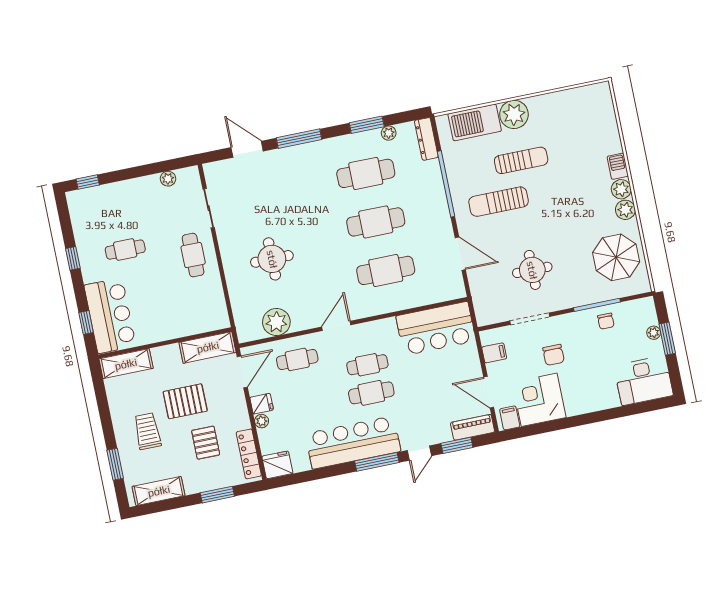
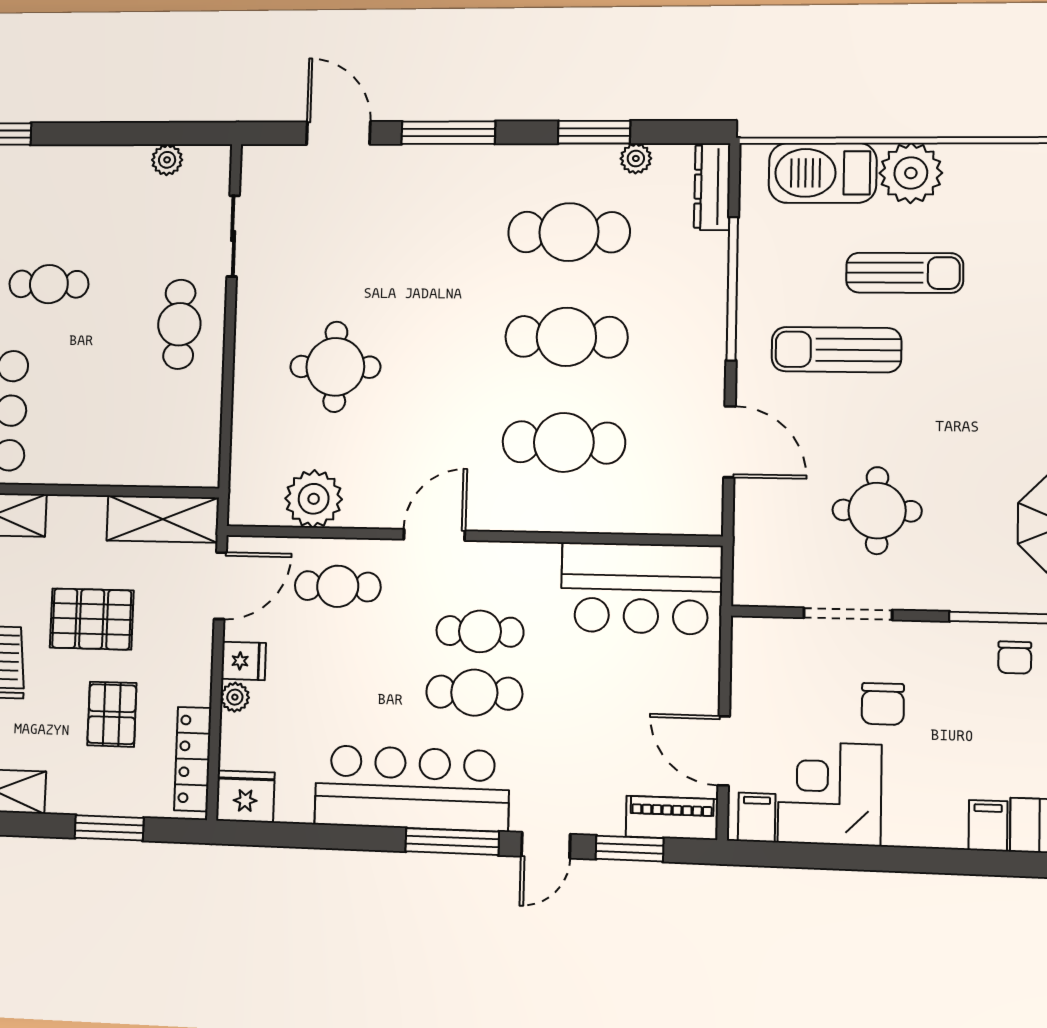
filing cabinet: (494, 353) -> (988, 826), moved, turned -90

